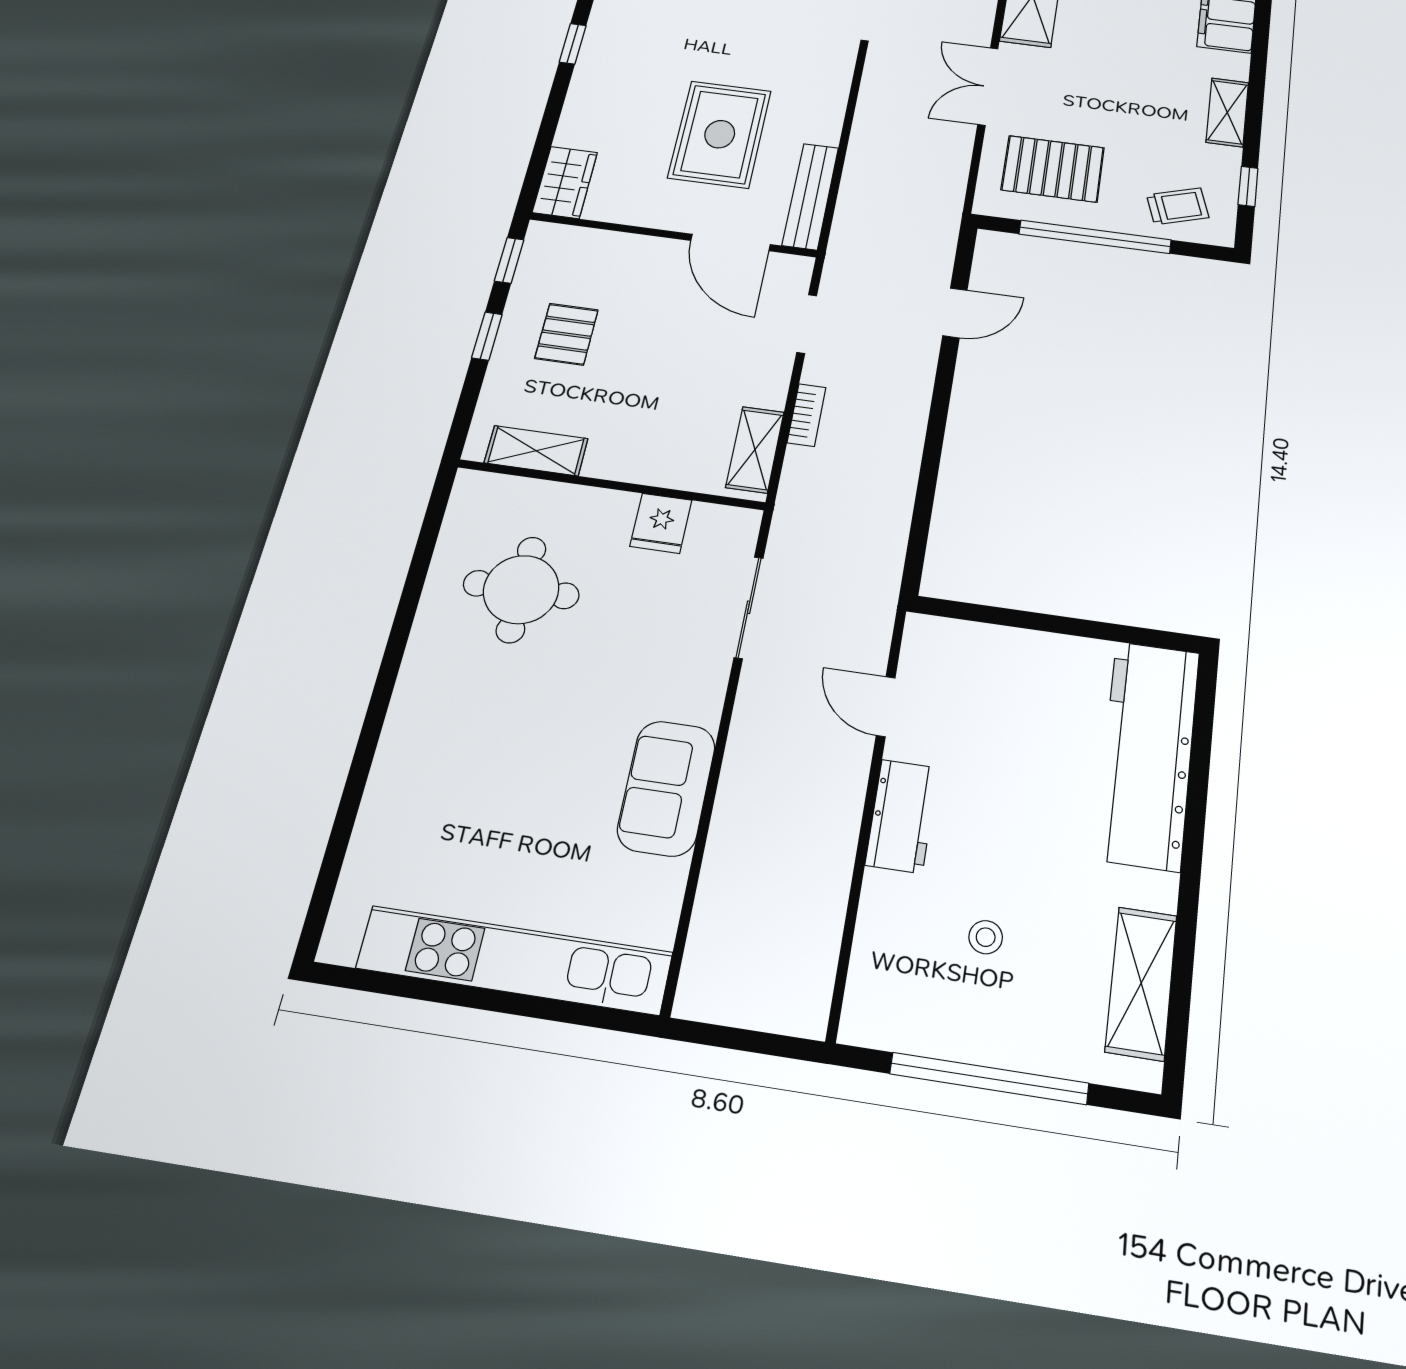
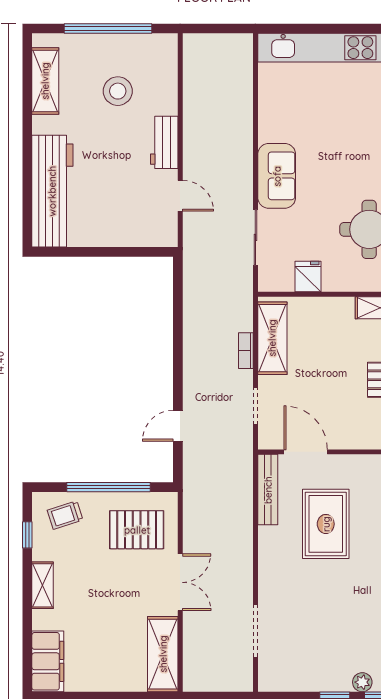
shelving: (755, 450) -> (272, 338), width x1.50, depth x1.33
sofa: (666, 788) -> (277, 176), moved
stool: (986, 937) -> (118, 91), width x1.89, depth x1.89

